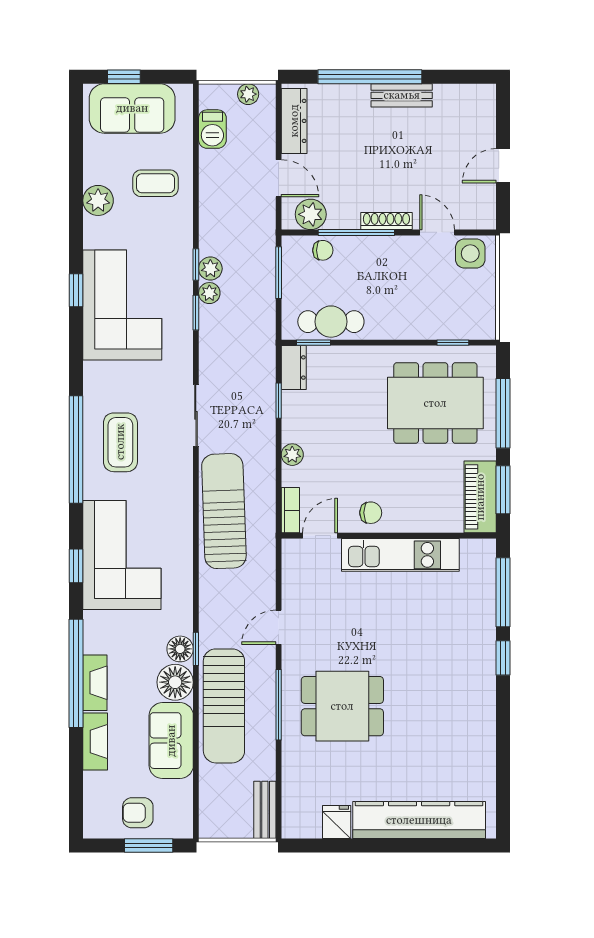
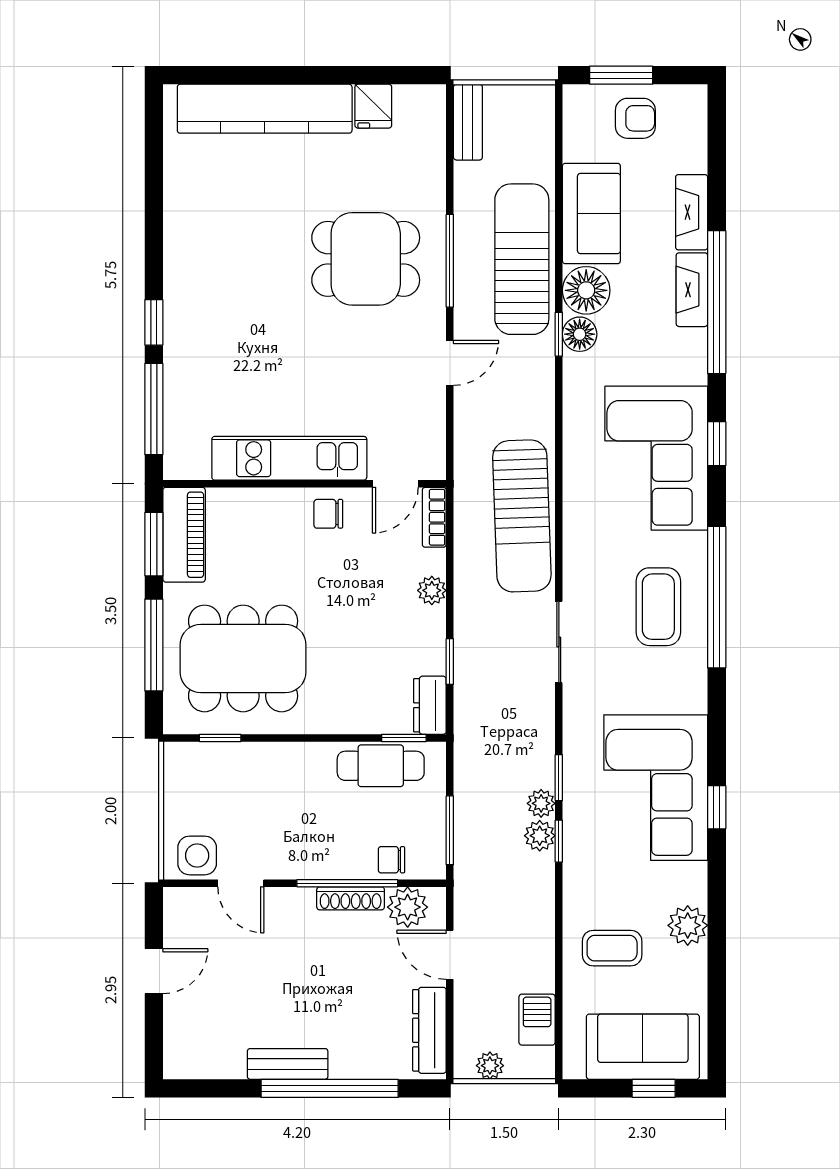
shoe rack: (386, 221) -> (351, 898), moved

